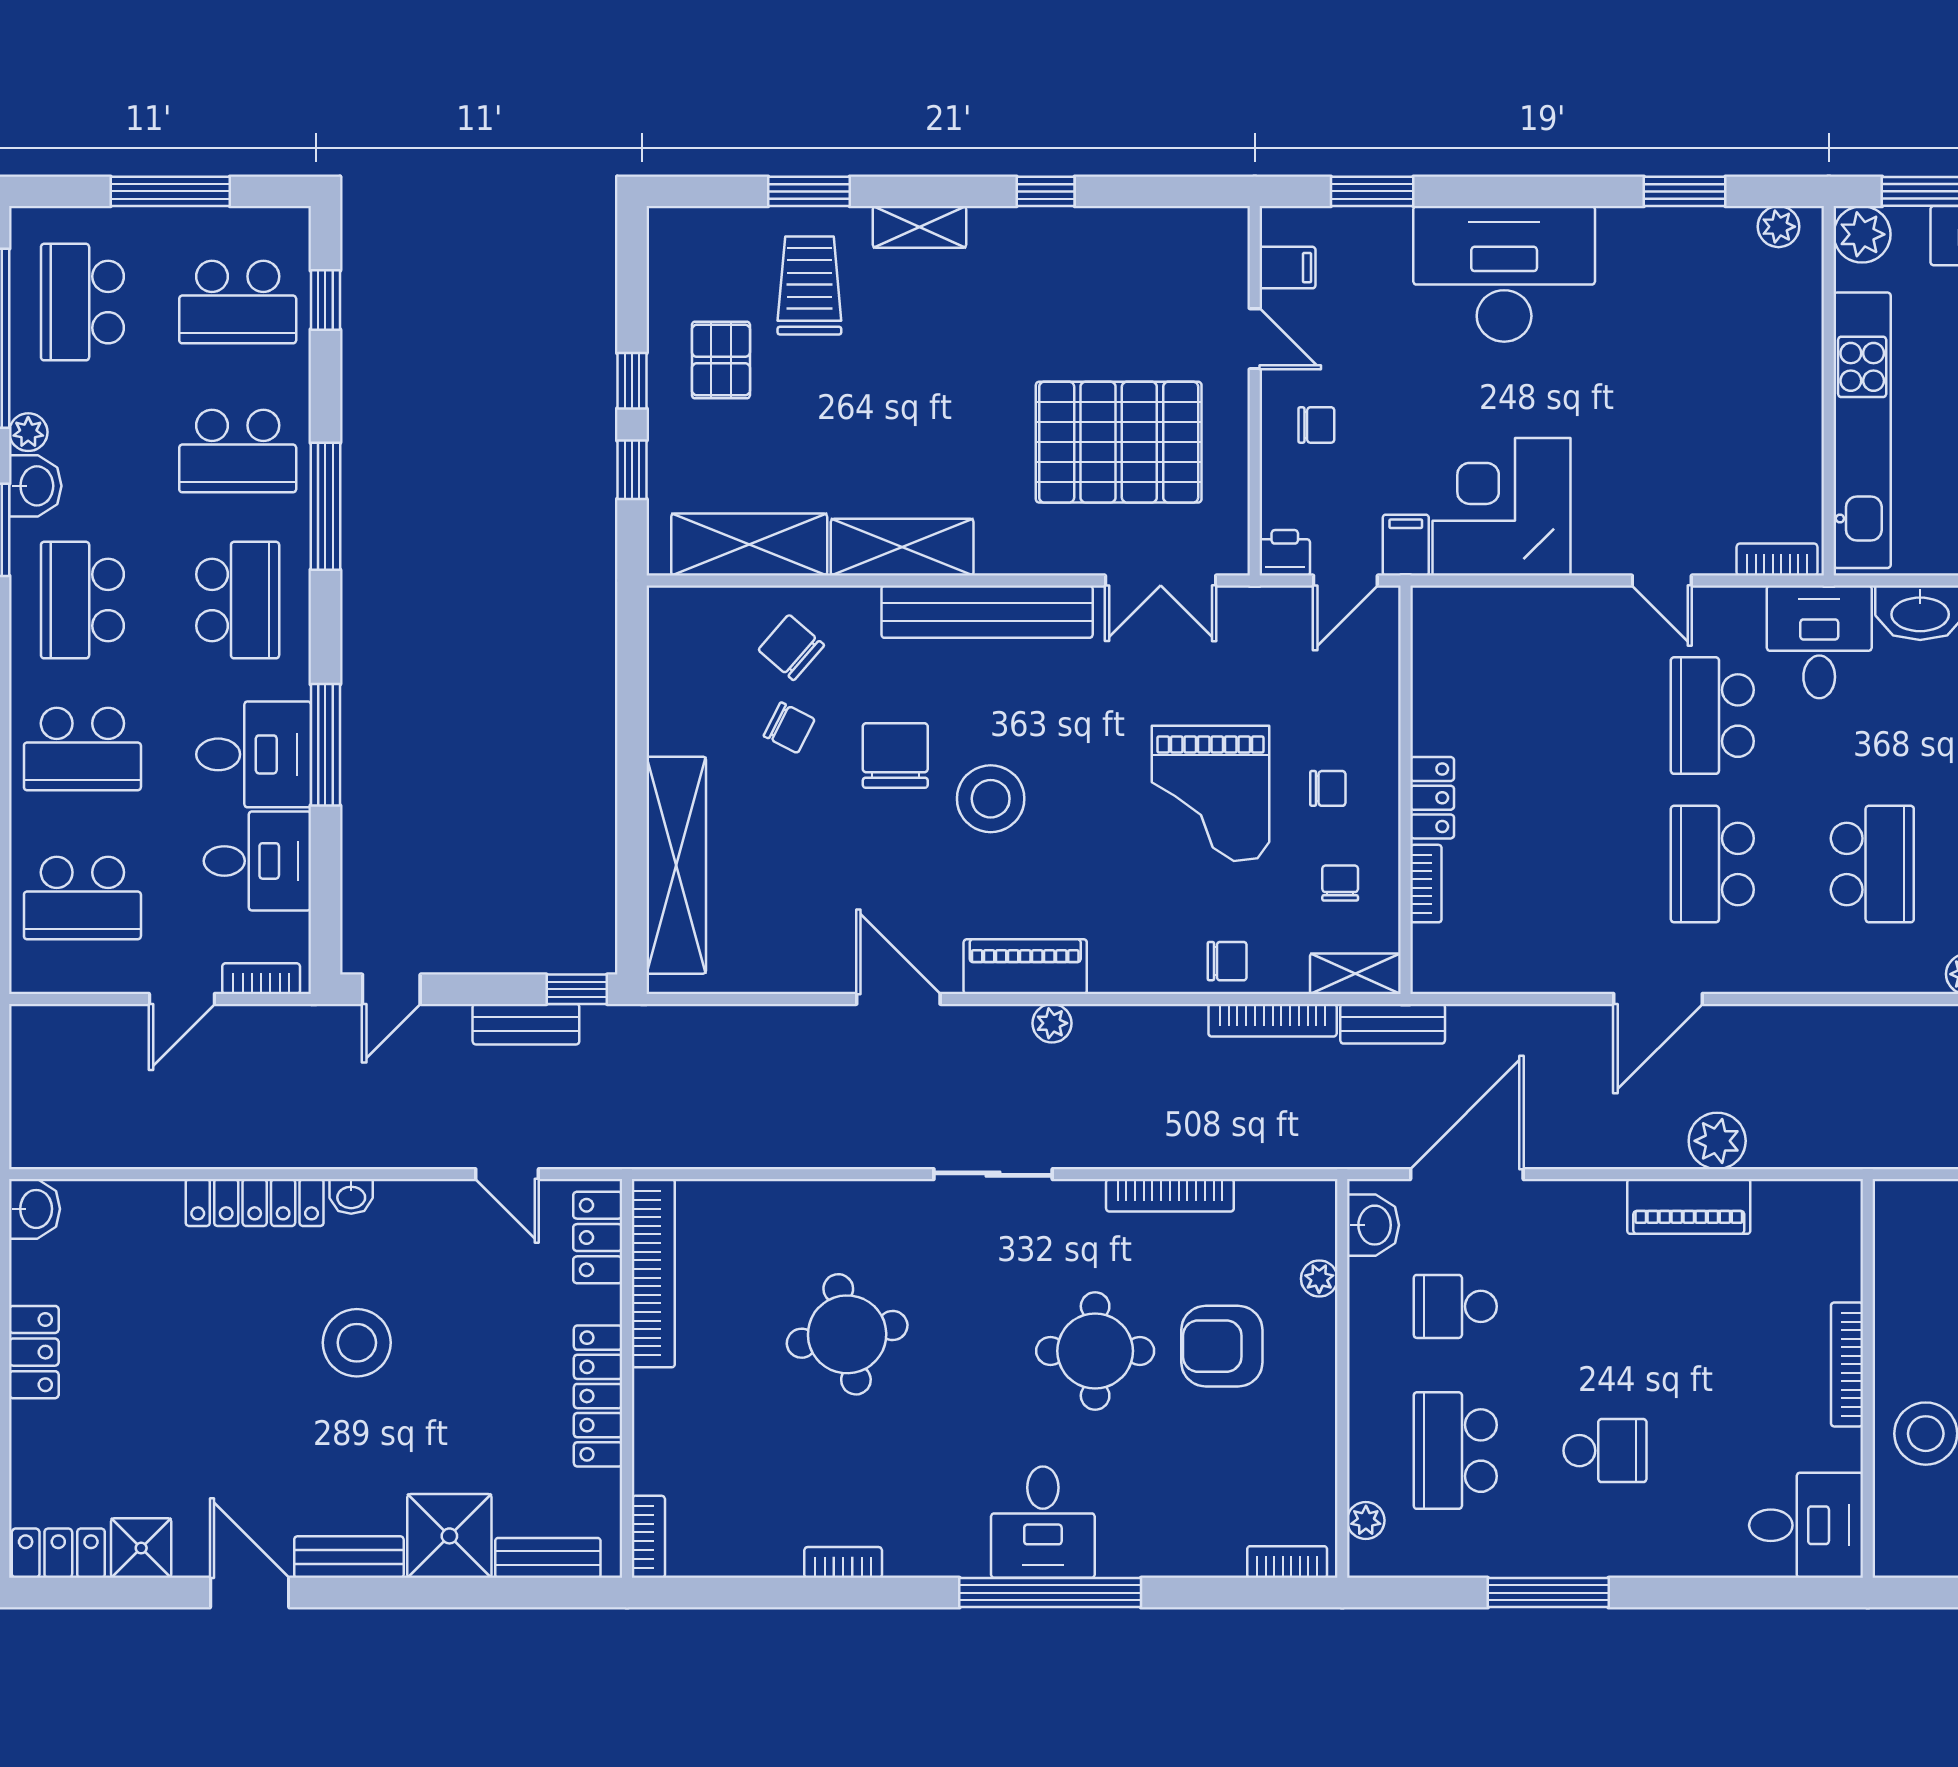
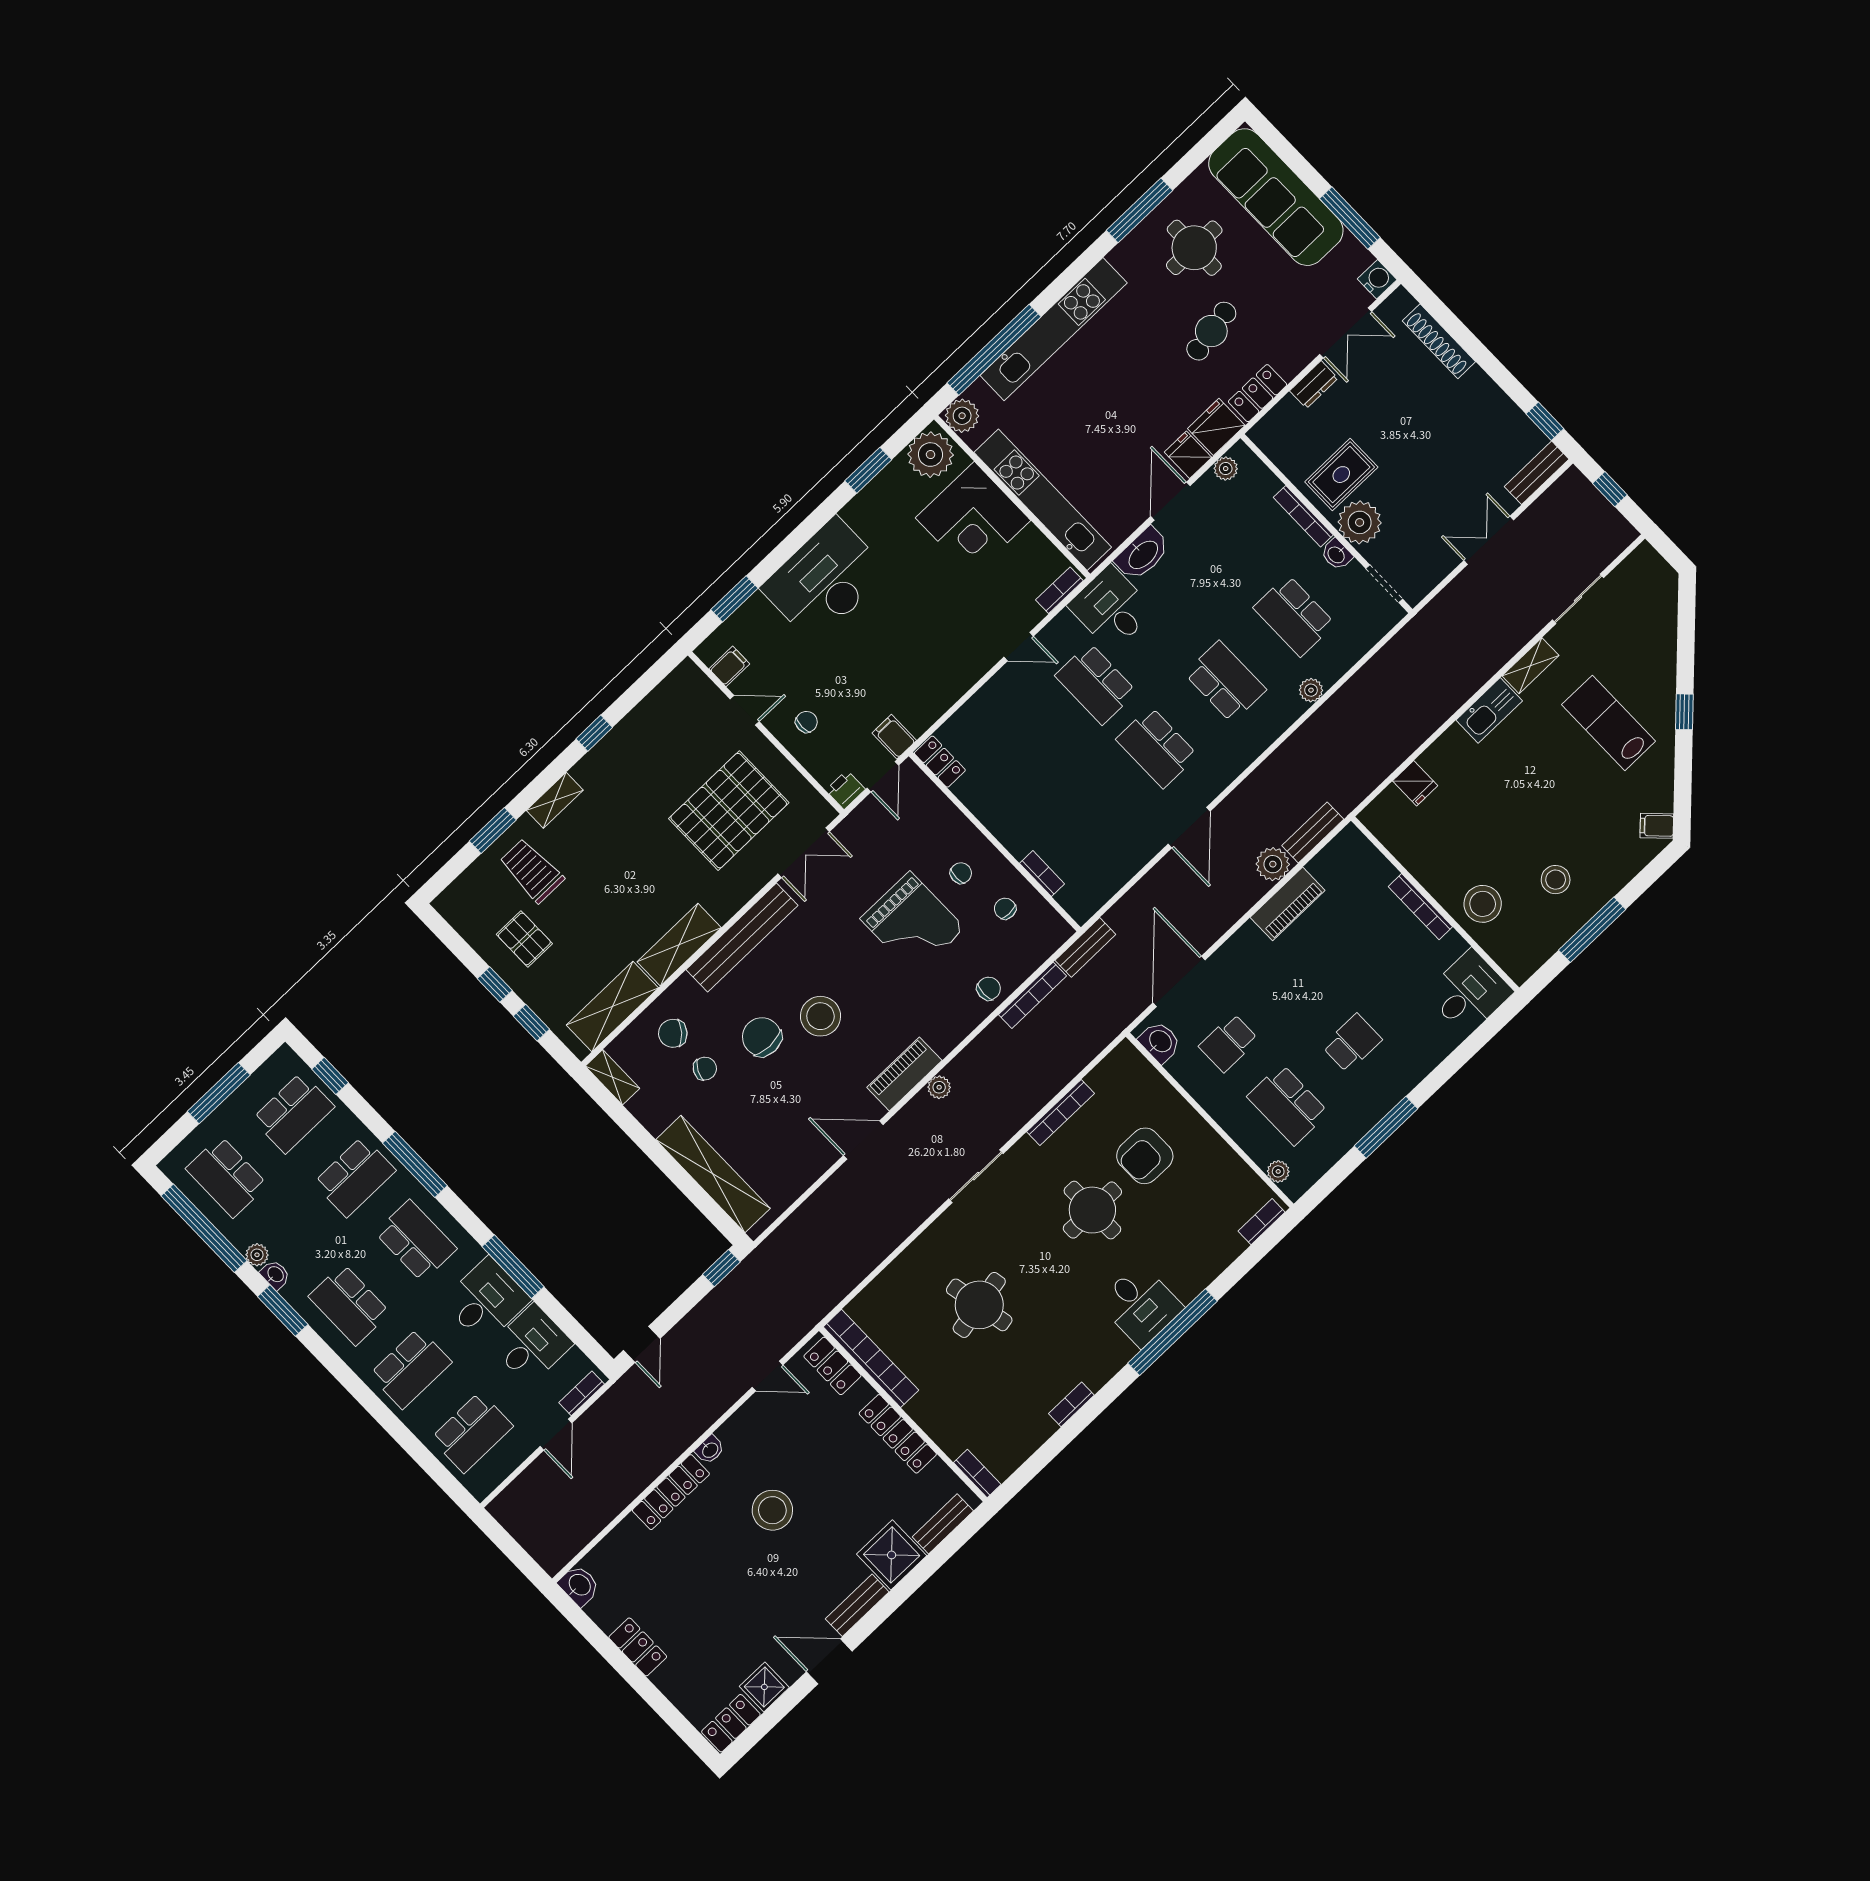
plant: (1779, 227) -> (931, 455), width x1.88, depth x1.88
washbasin: (35, 486) -> (275, 1275), width x0.72, depth x0.69
corner desk: (1501, 507) -> (973, 519), moved, turned -90
locker: (1432, 798) -> (940, 762), moved
shelving: (1355, 974) -> (613, 1077), moved, turned 90
bench: (526, 1024) -> (1313, 832), moved
plant: (1319, 1279) -> (1159, 1087), removed

